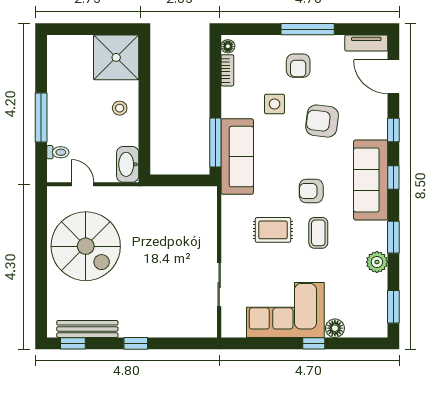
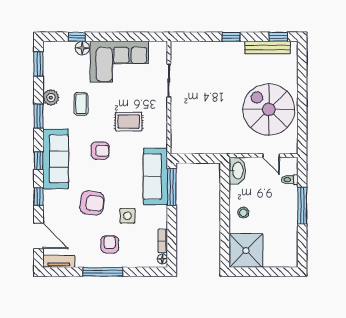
coffee table: (318, 233) -> (81, 104), moved
window: (314, 343) -> (77, 37), moved

